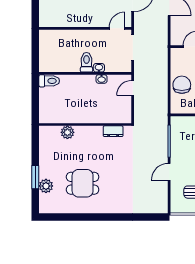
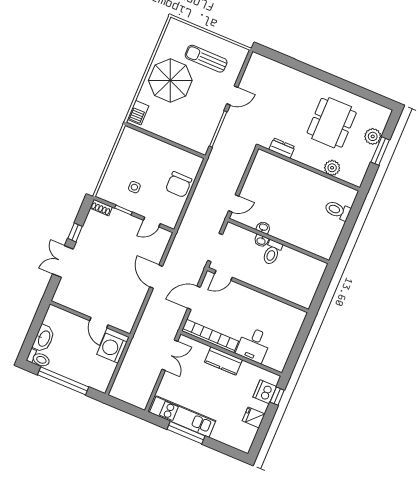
toilet: (49, 81) -> (337, 210), moved
wall: (85, 125) -> (309, 168), moved
dresser: (113, 131) -> (282, 148), moved
plant: (67, 132) -> (332, 168), moved
dining table: (83, 183) -> (332, 123), width x1.37

